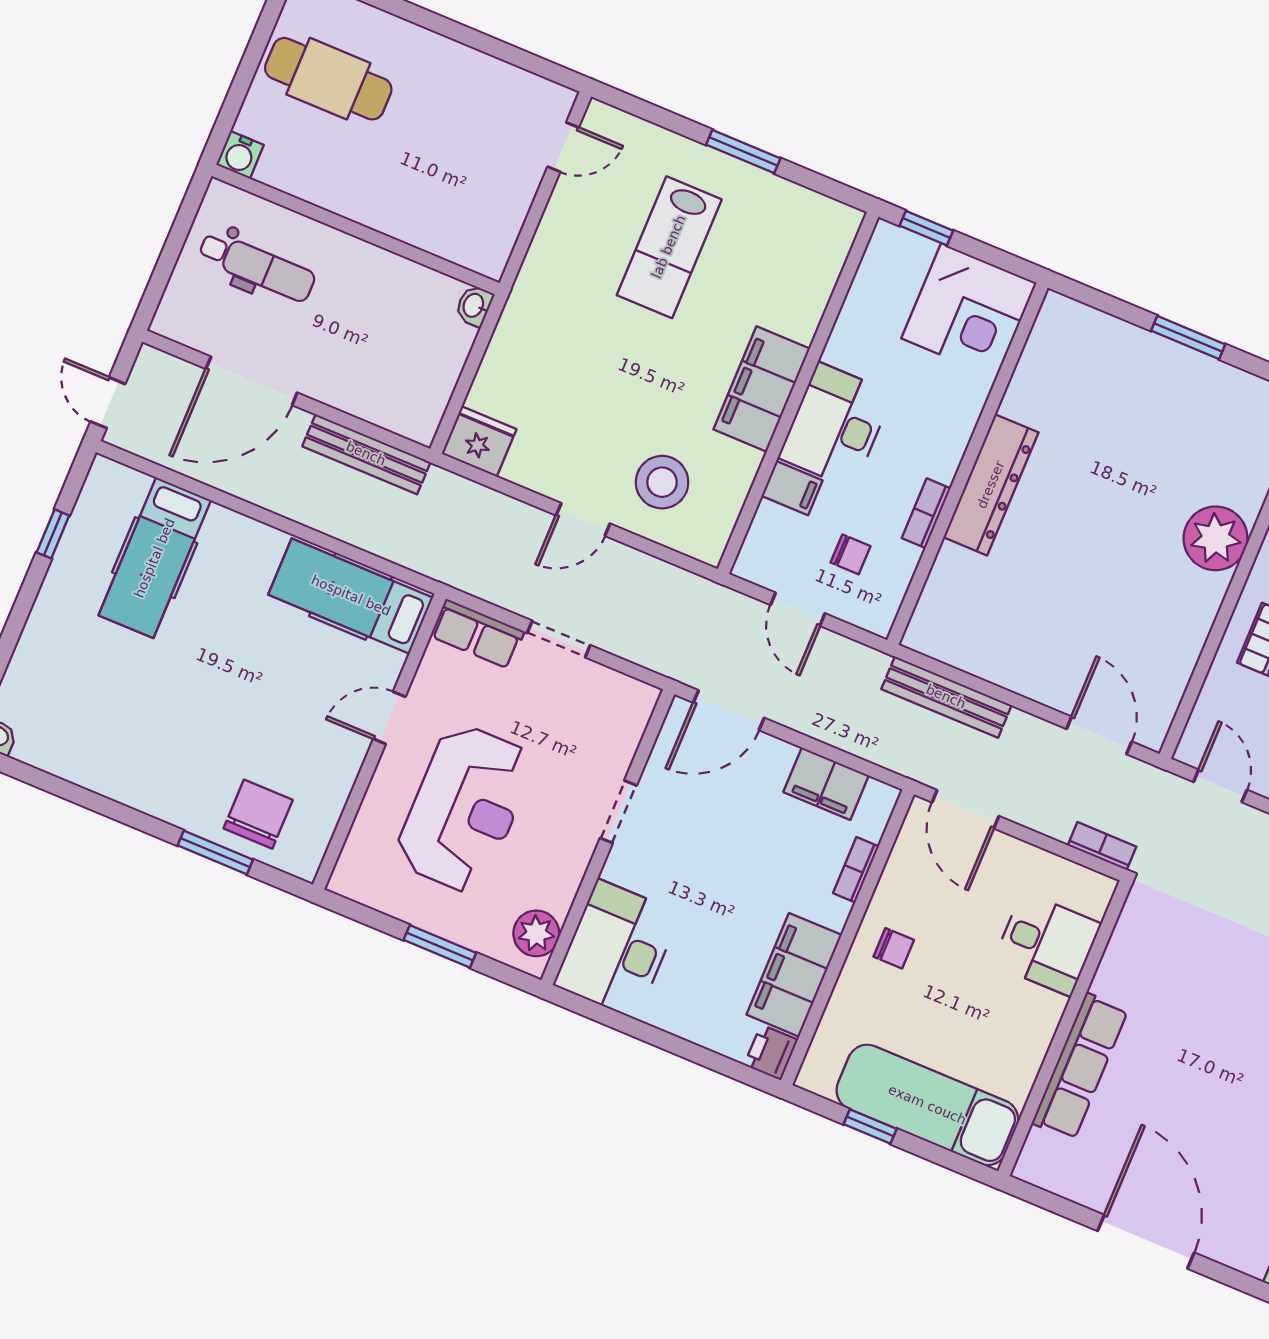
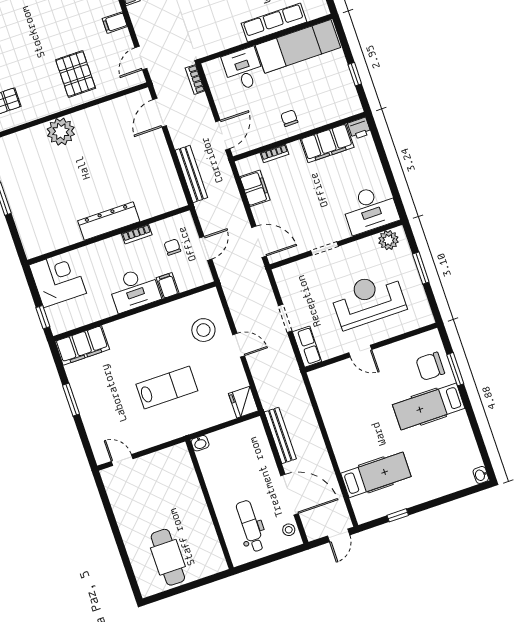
water cooler: (240, 155) -> (219, 564), removed
lab bench: (669, 247) -> (167, 387), moved
stool: (193, 326) -> (289, 530), added
filing cabinet: (762, 389) -> (82, 345), moved
hospital bed: (351, 596) -> (429, 407), moved, turned 90
exam couch: (927, 1105) -> (298, 46), moved, turned -90

